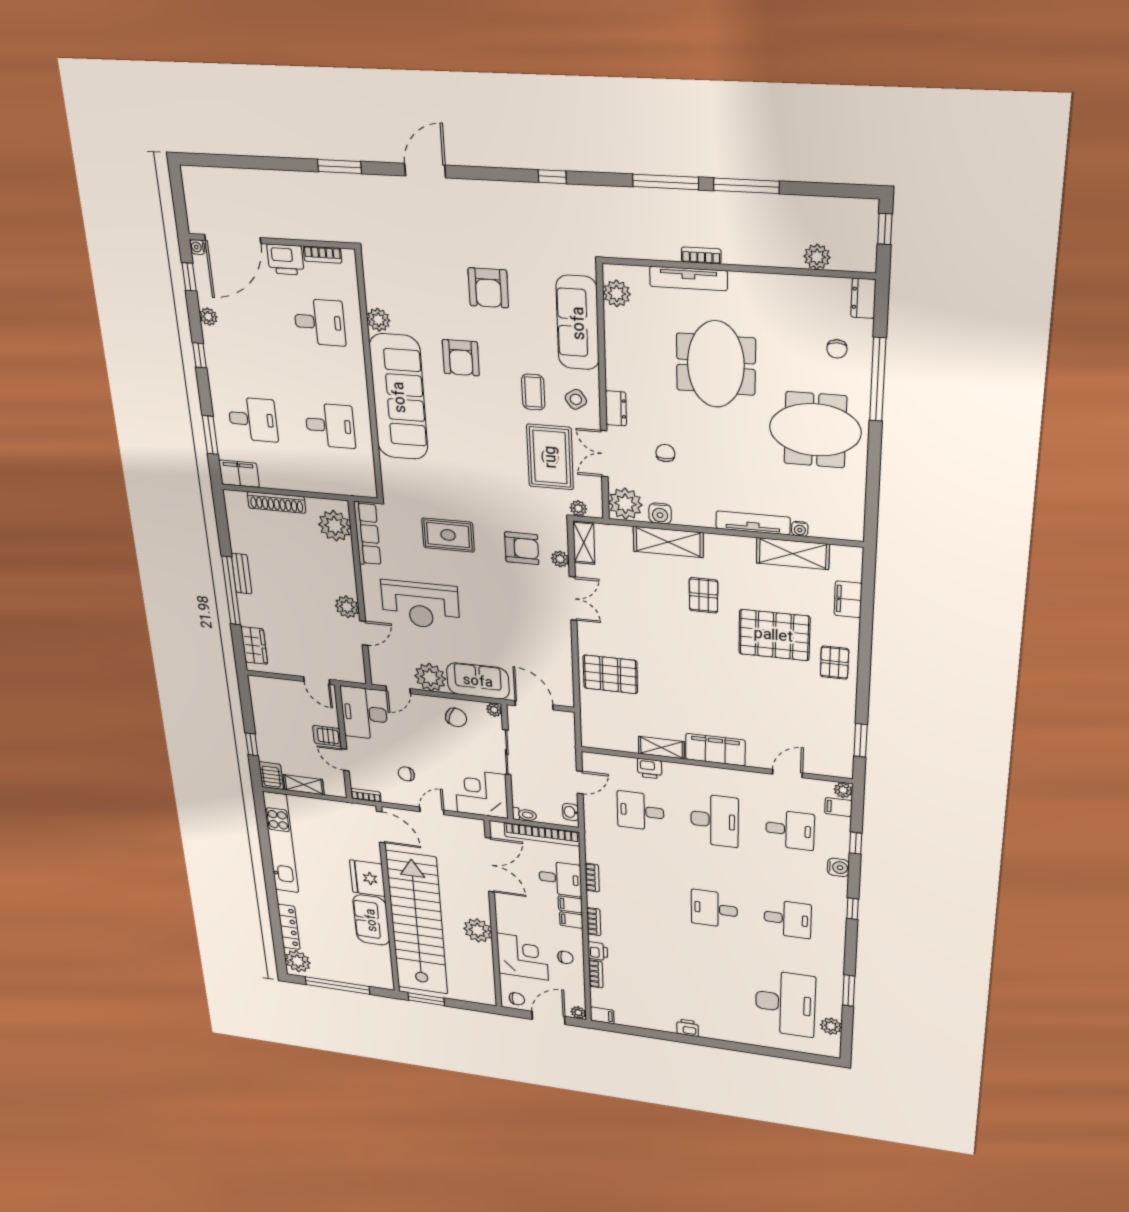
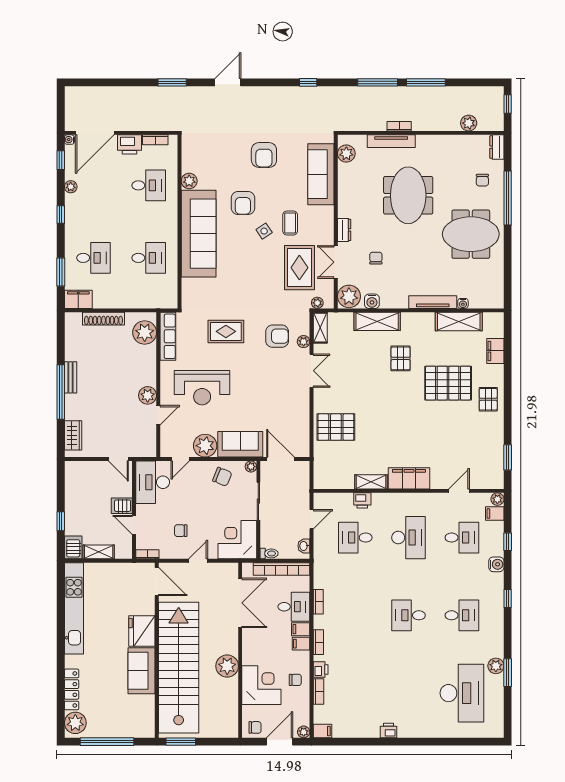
side table: (576, 399) -> (264, 231), moved
plant: (831, 1026) -> (496, 666), moved

